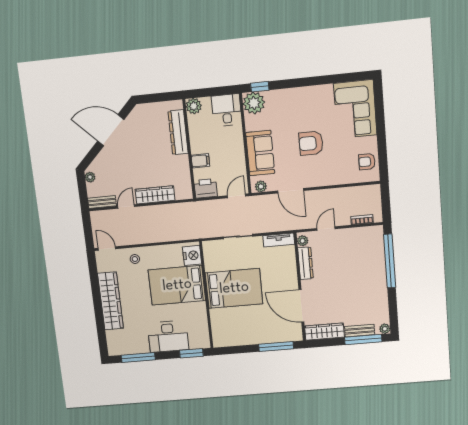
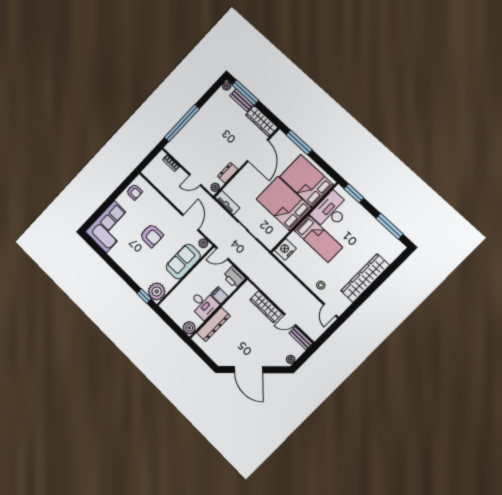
desk: (227, 110) -> (203, 304), moved, turned -90
dresser: (305, 263) -> (228, 173), width x0.70
bed: (177, 285) -> (318, 239), width x0.67
bed: (237, 324) -> (307, 181), added
desk: (168, 336) -> (331, 211), moved, turned -90

